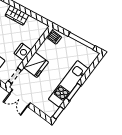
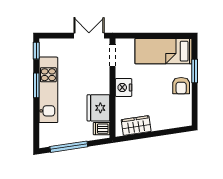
wardrobe: (17, 15) -> (136, 126), moved
fridge: (36, 65) -> (98, 108), moved

